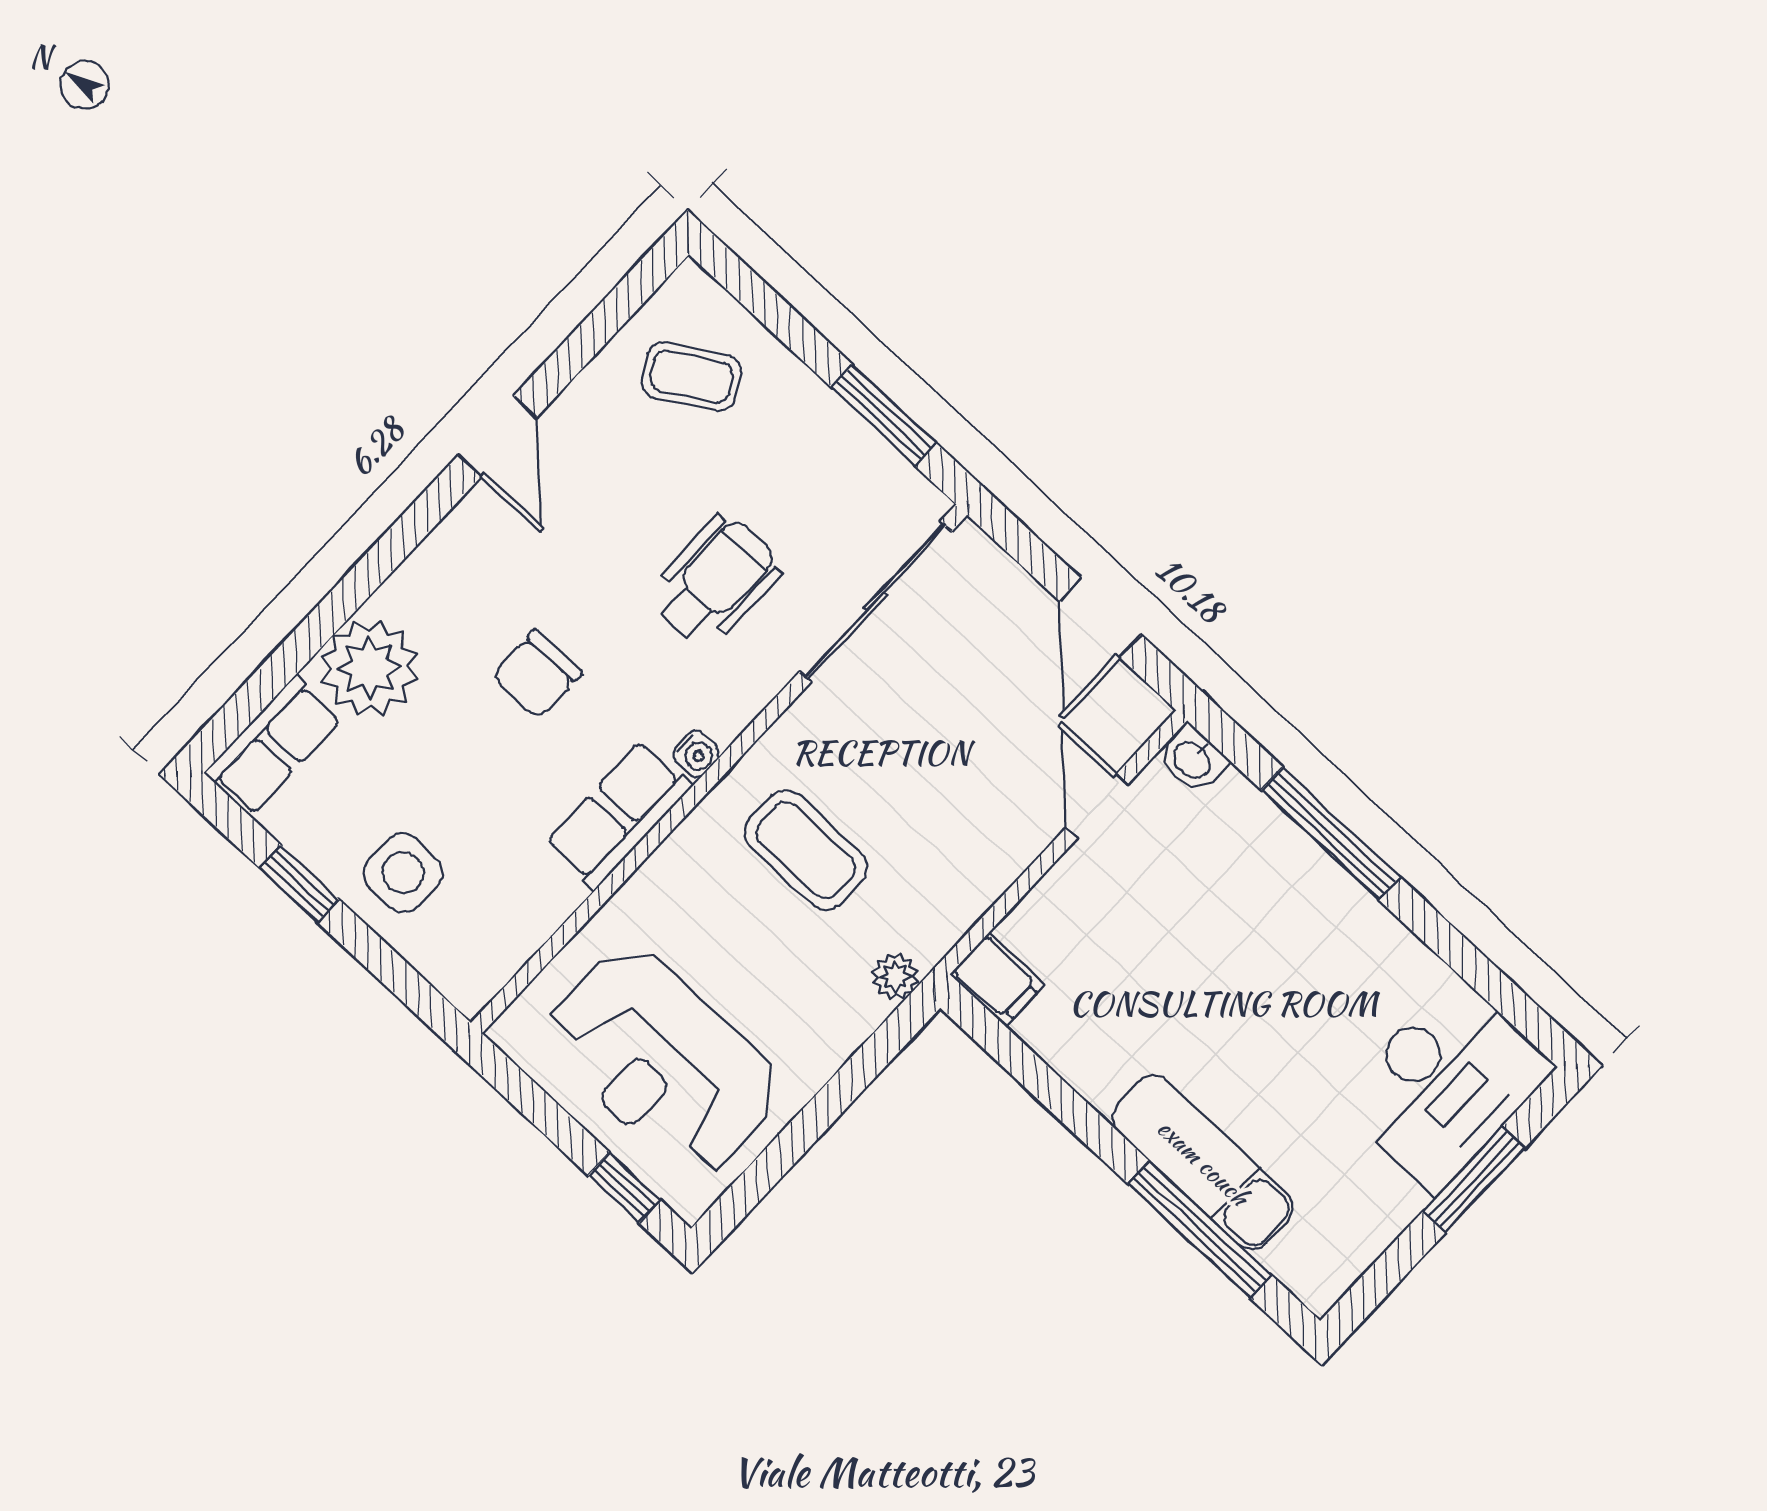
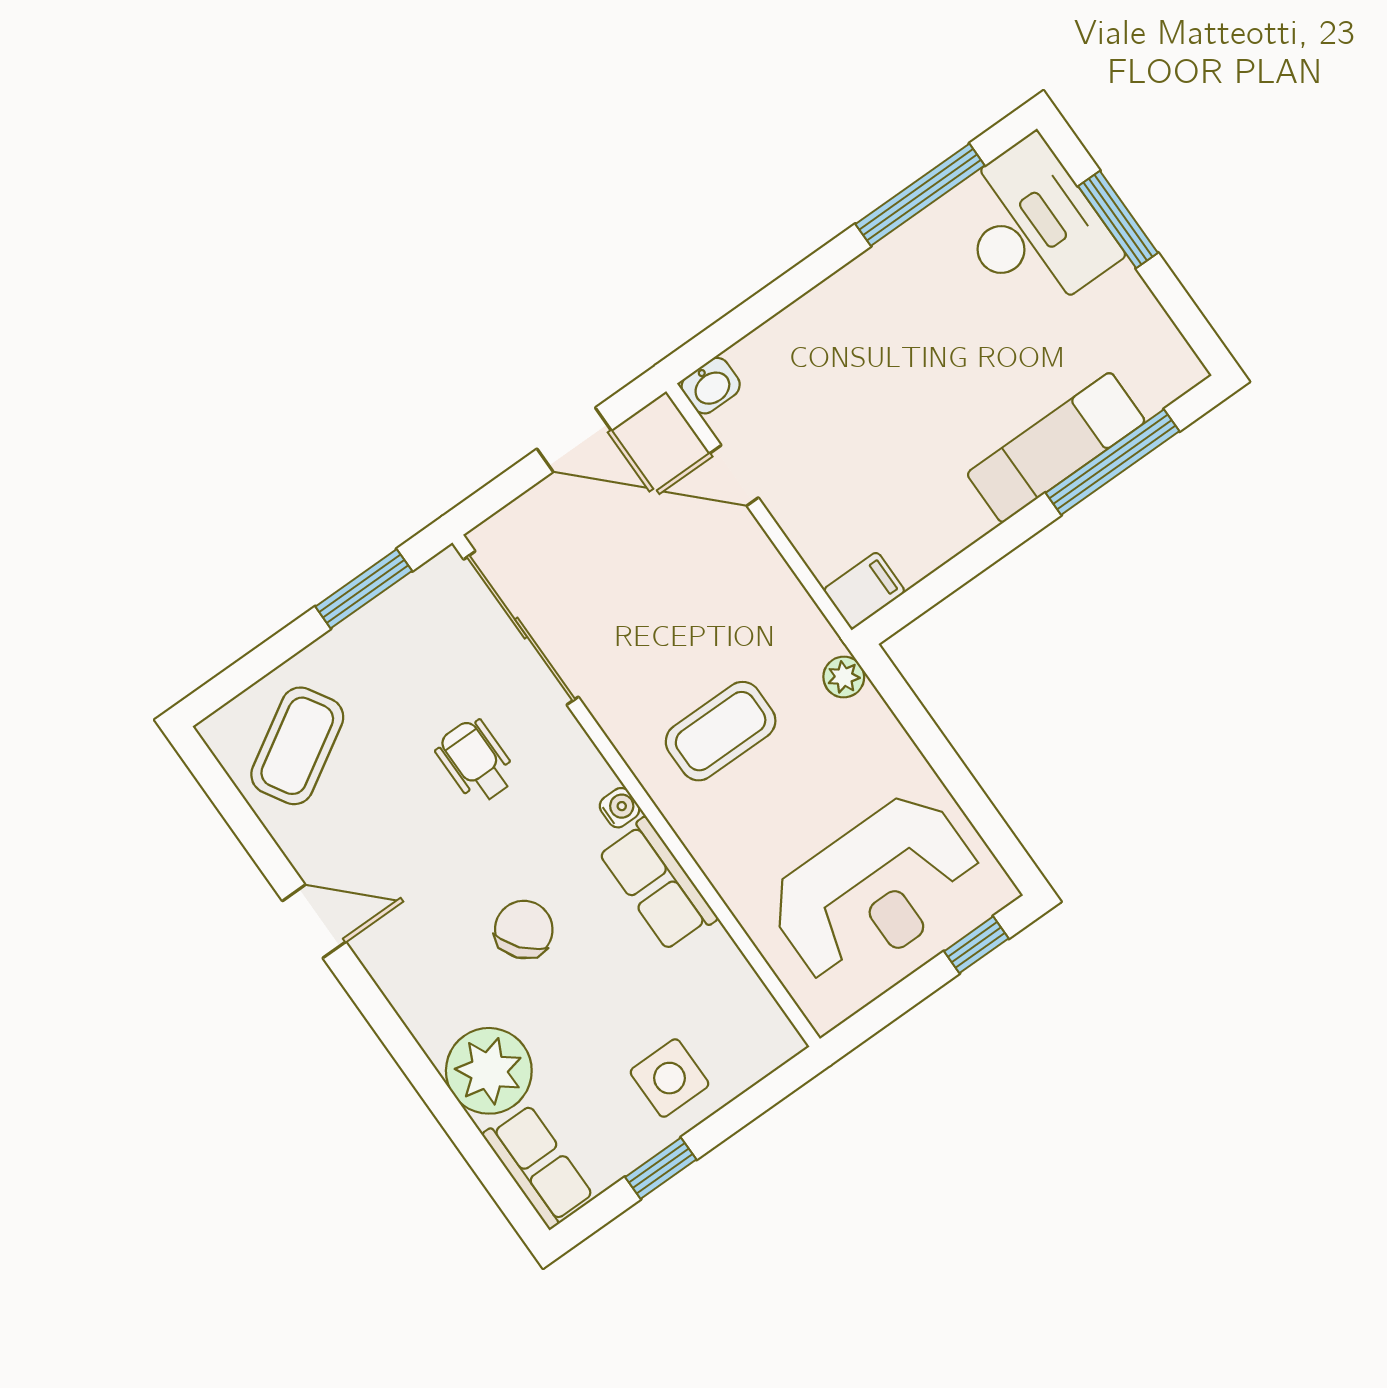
coffee table: (691, 377) -> (297, 746), width x1.36, depth x1.30
wheelchair: (715, 582) -> (476, 761), width x0.73, depth x0.73
chair: (537, 674) -> (524, 930), turned -130
window: (1331, 833) -> (920, 195), moved

